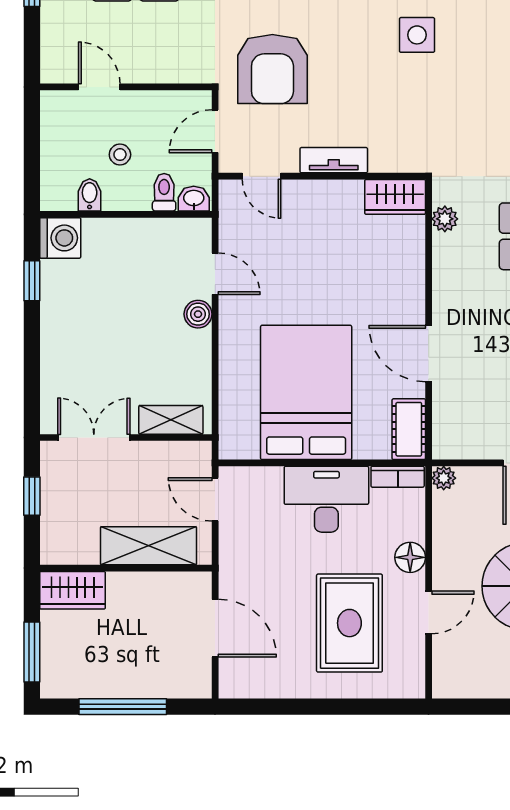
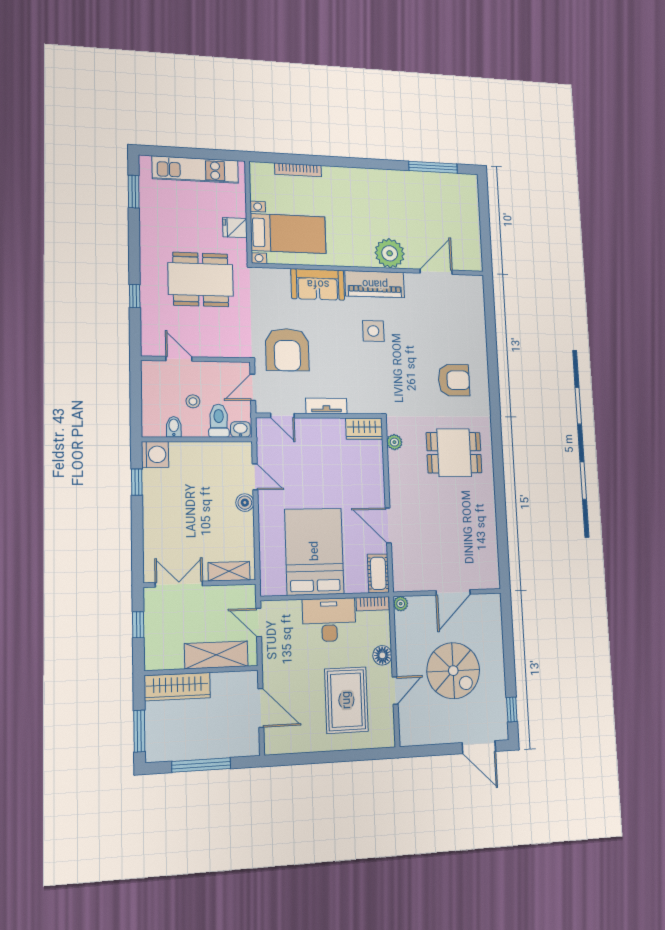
toilet: (164, 192) -> (219, 421), width x1.37, depth x1.39
wardrobe: (73, 590) -> (177, 687), width x1.50

